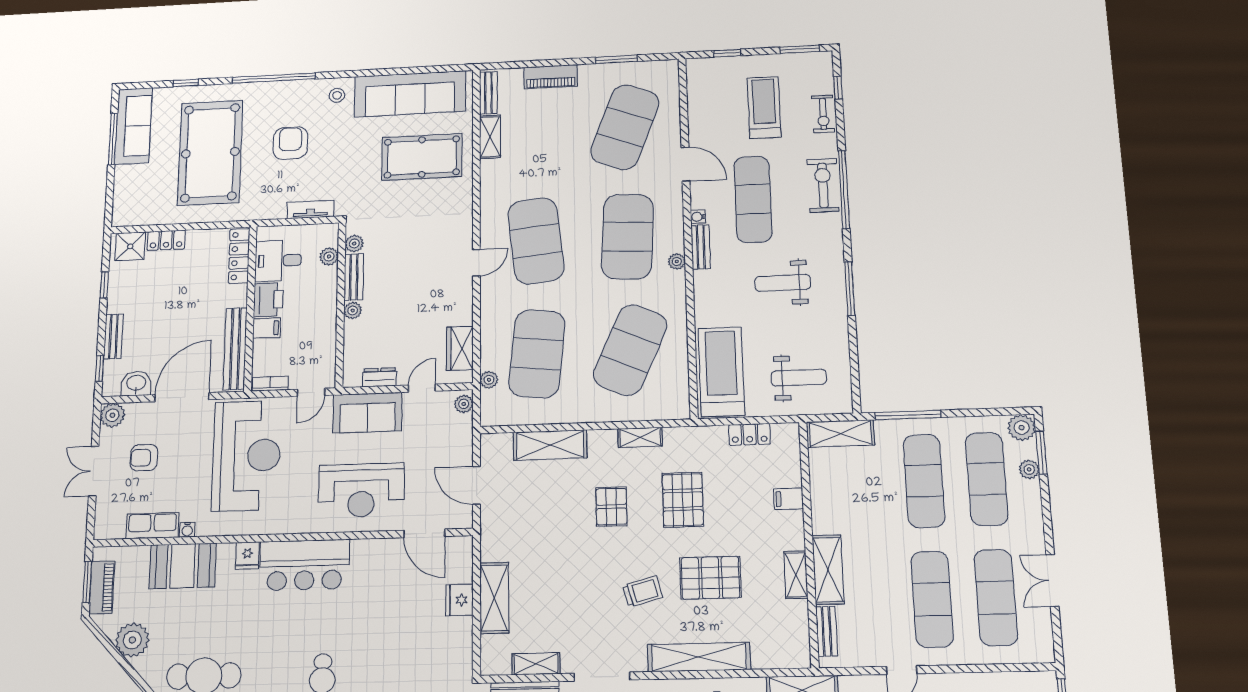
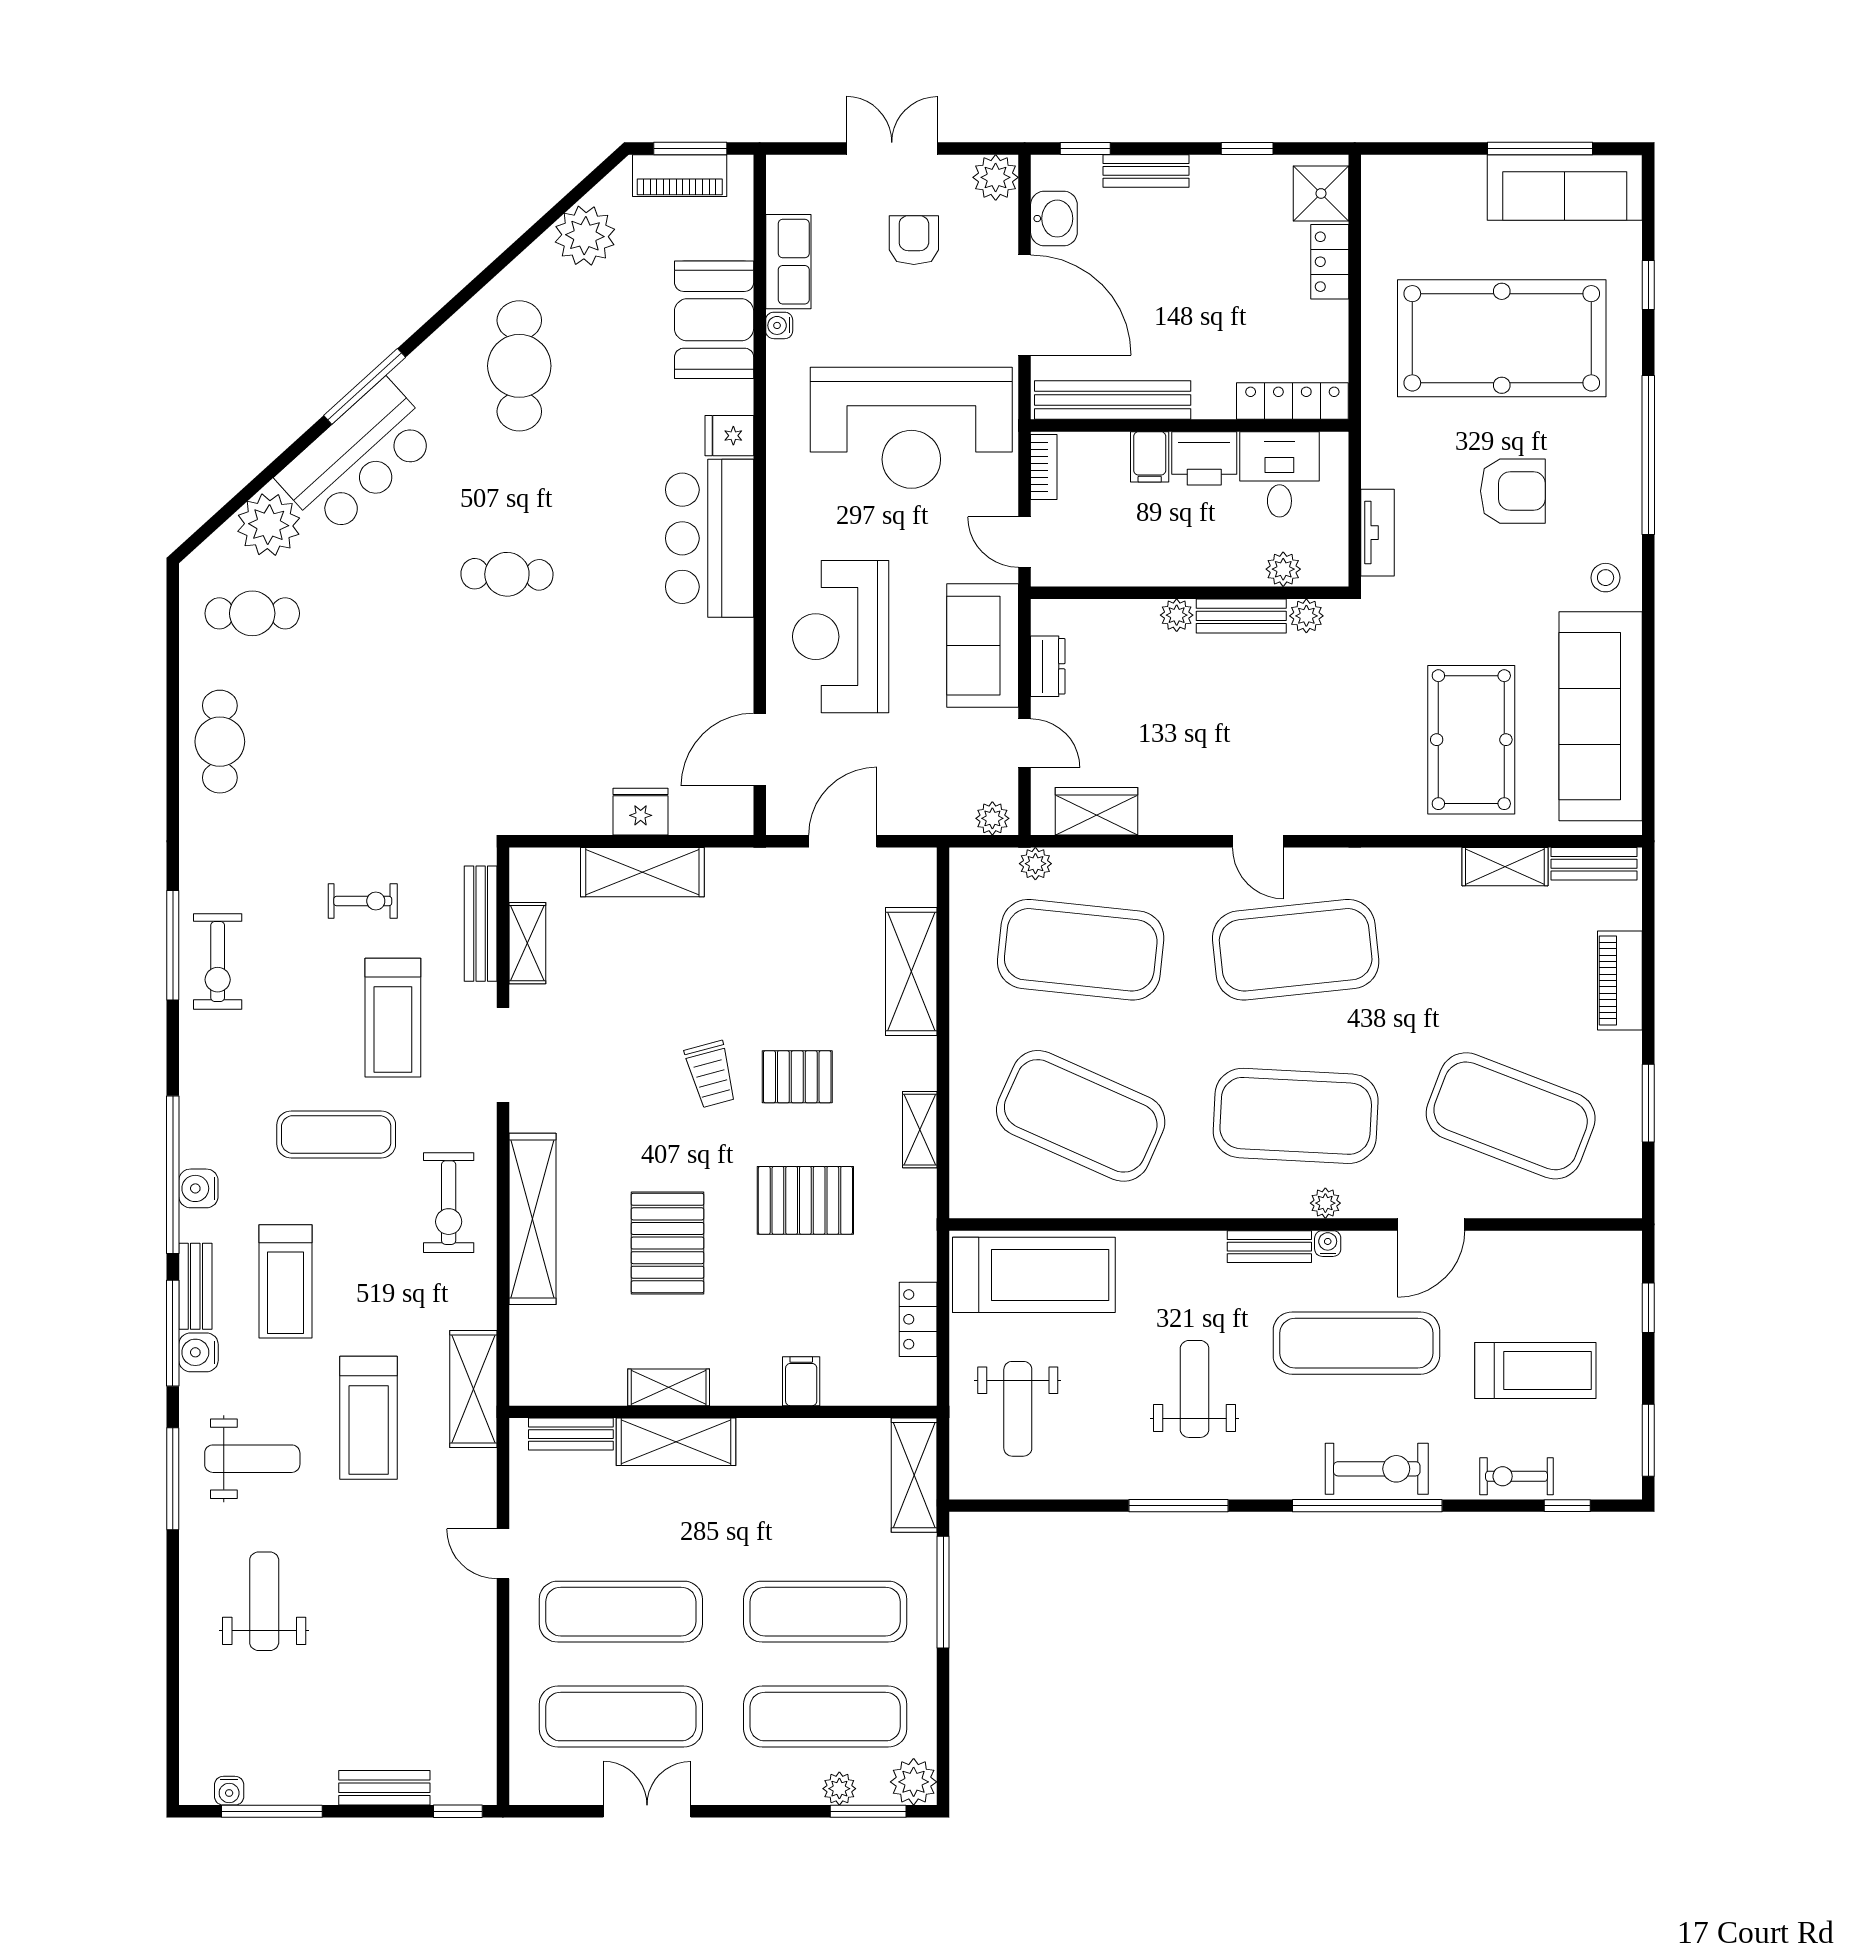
plant: (677, 261) -> (1325, 1203), moved
trolley: (643, 591) -> (711, 1074), moved

